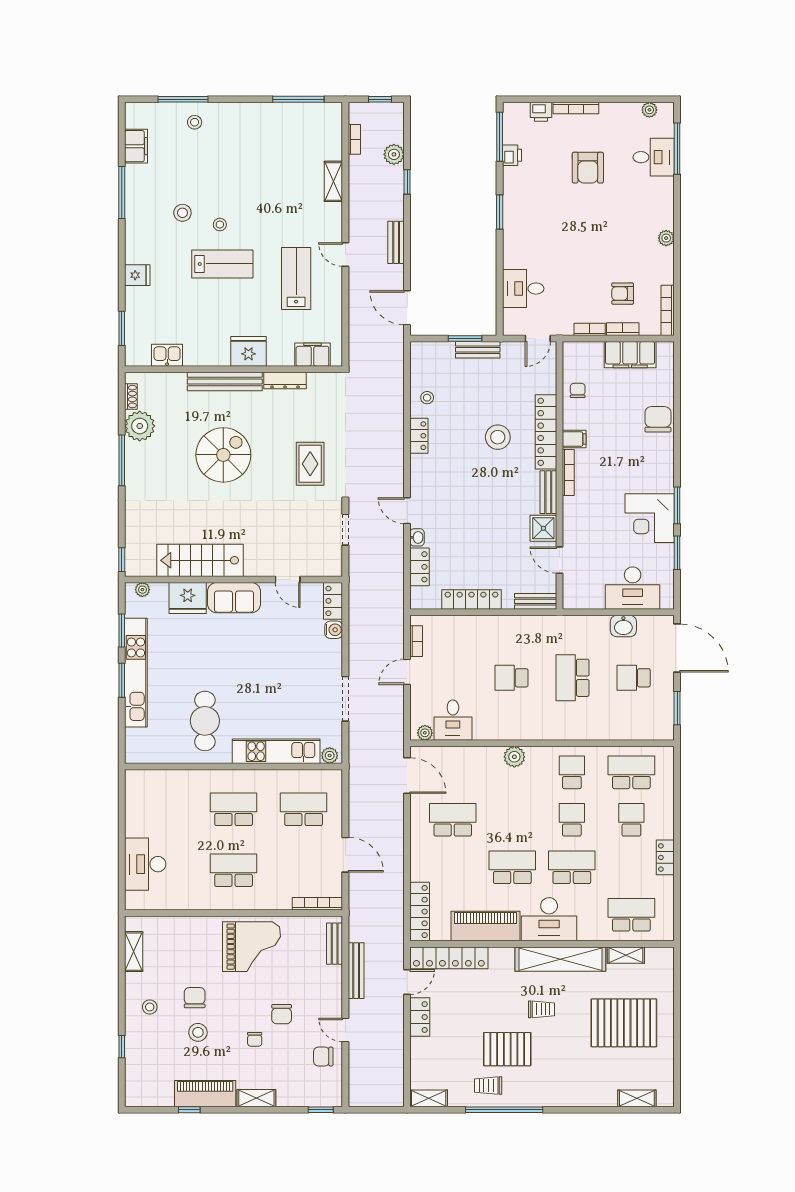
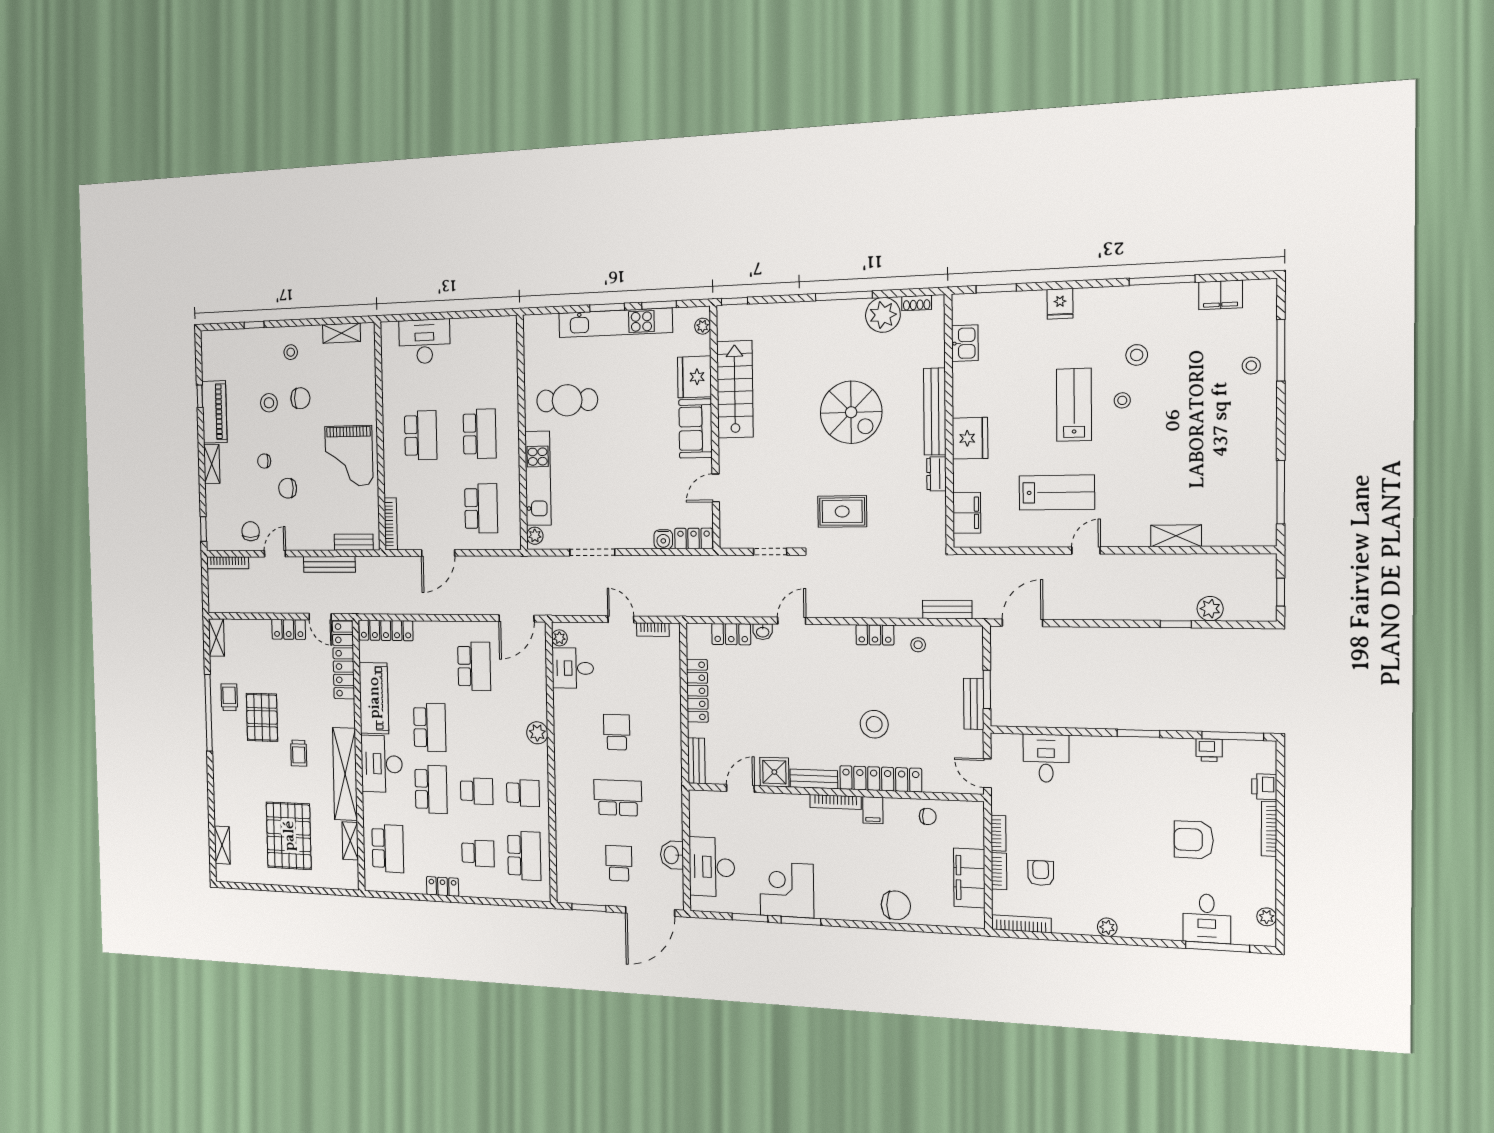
bookcase: (354, 139) -> (228, 563), moved, width x1.56
bench: (396, 242) -> (947, 610), moved
lab bench: (222, 264) -> (1074, 405), turned 180
dresser: (285, 380) -> (936, 474), width x0.70

